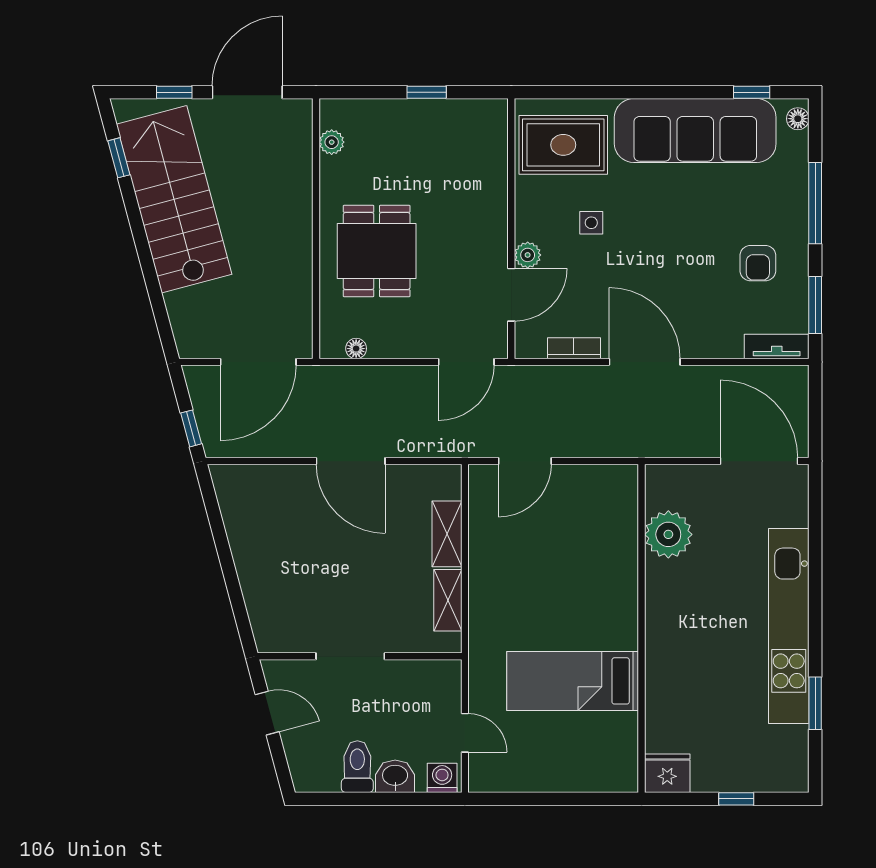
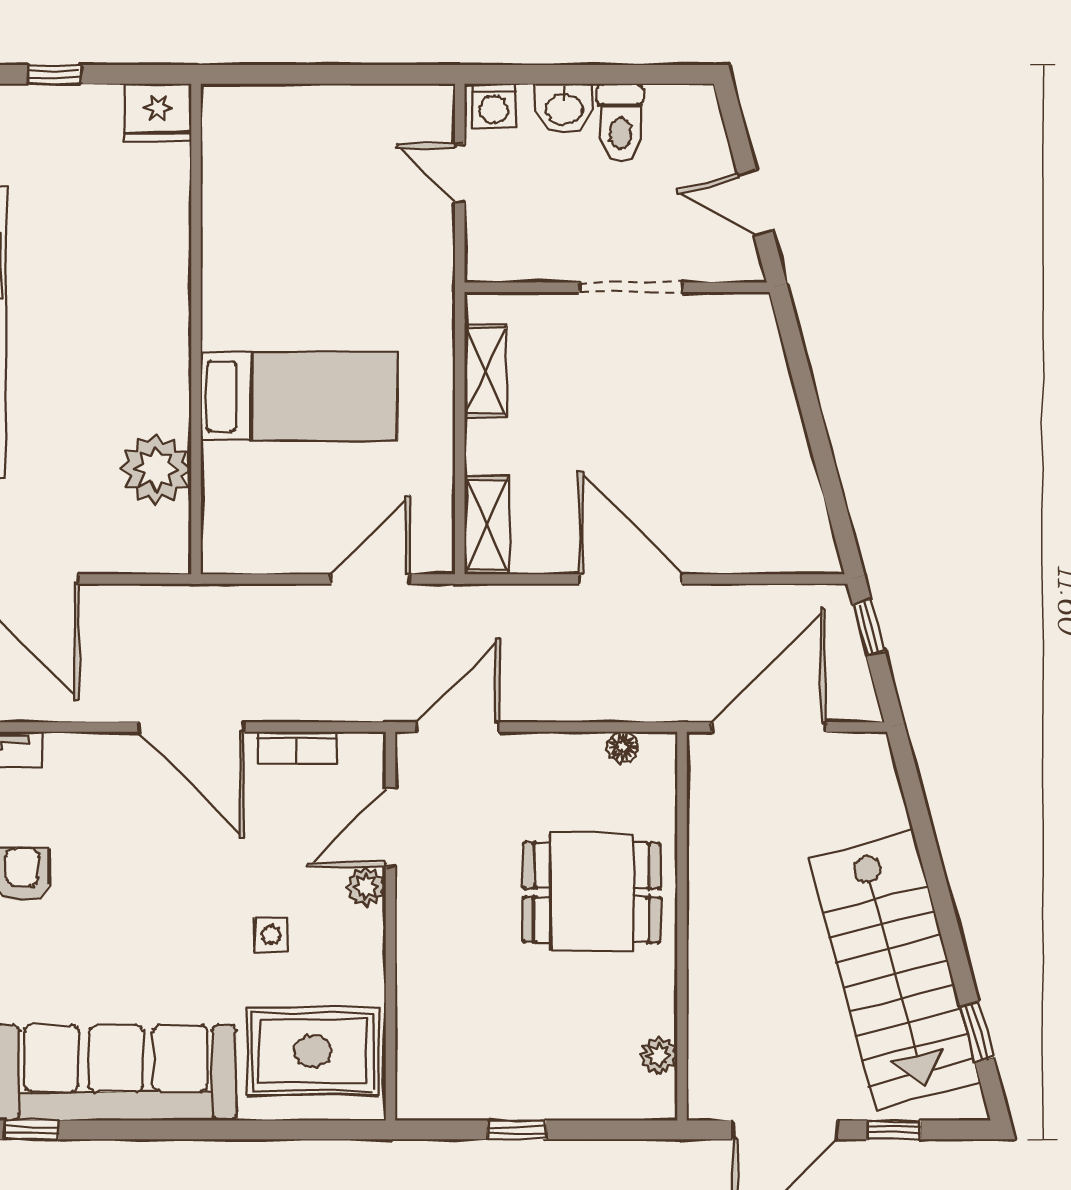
dining table: (377, 251) -> (592, 893), turned 90
shelving: (447, 534) -> (487, 525), moved
bed: (573, 681) -> (299, 396), moved

